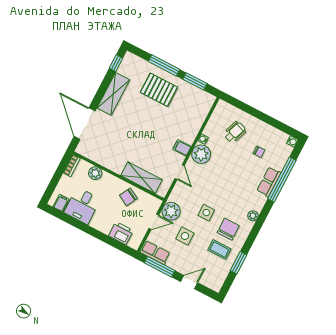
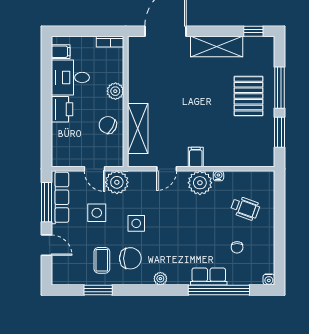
plant: (95, 173) -> (115, 91), moved
printer: (121, 233) -> (62, 109), moved
row of seats: (155, 253) -> (60, 197), width x1.48

